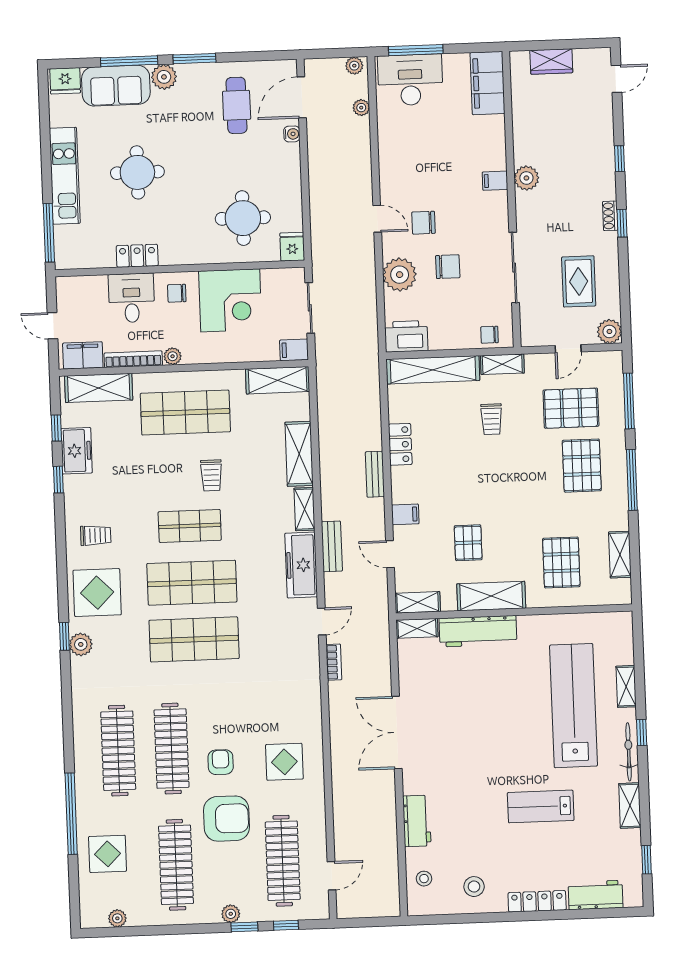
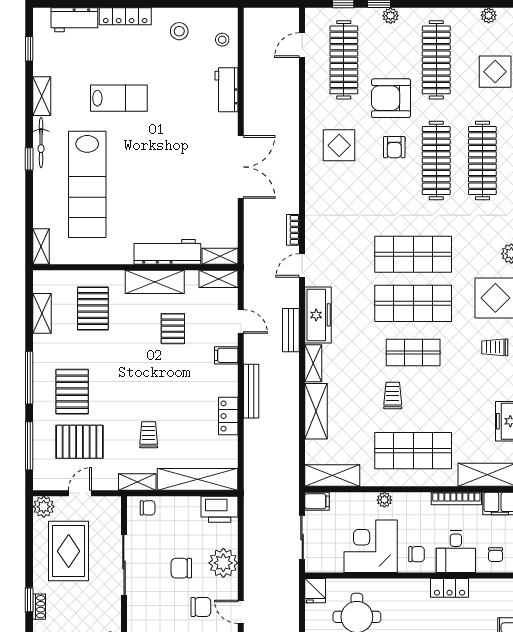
rug: (579, 281) -> (69, 551), width x1.36, depth x1.43
chair: (86, 296) -> (496, 555), added
plant: (173, 356) -> (384, 500), moved
bench: (375, 474) -> (251, 391), width x1.36
shelving: (626, 686) -> (41, 246), moved

